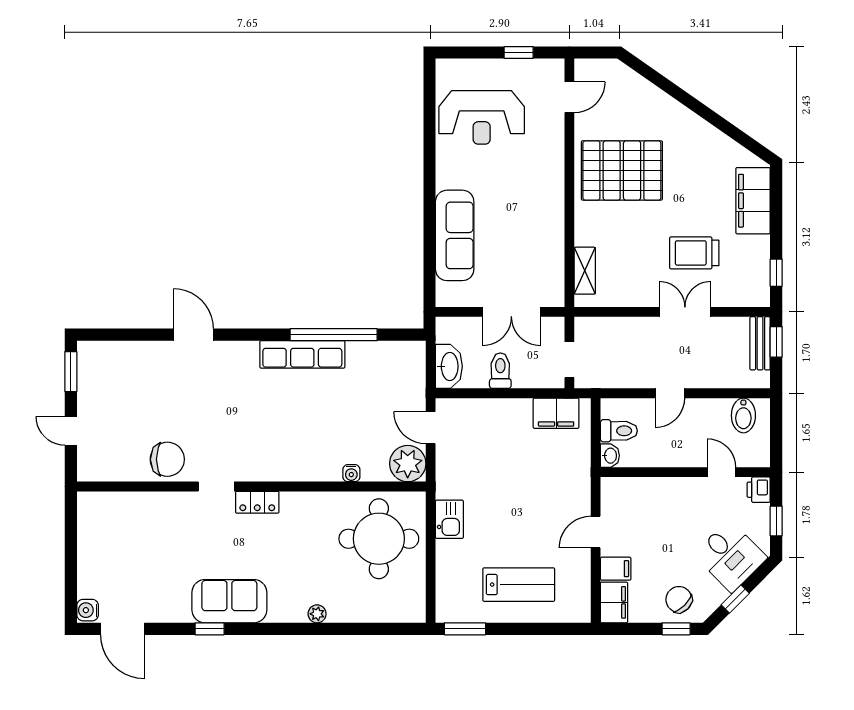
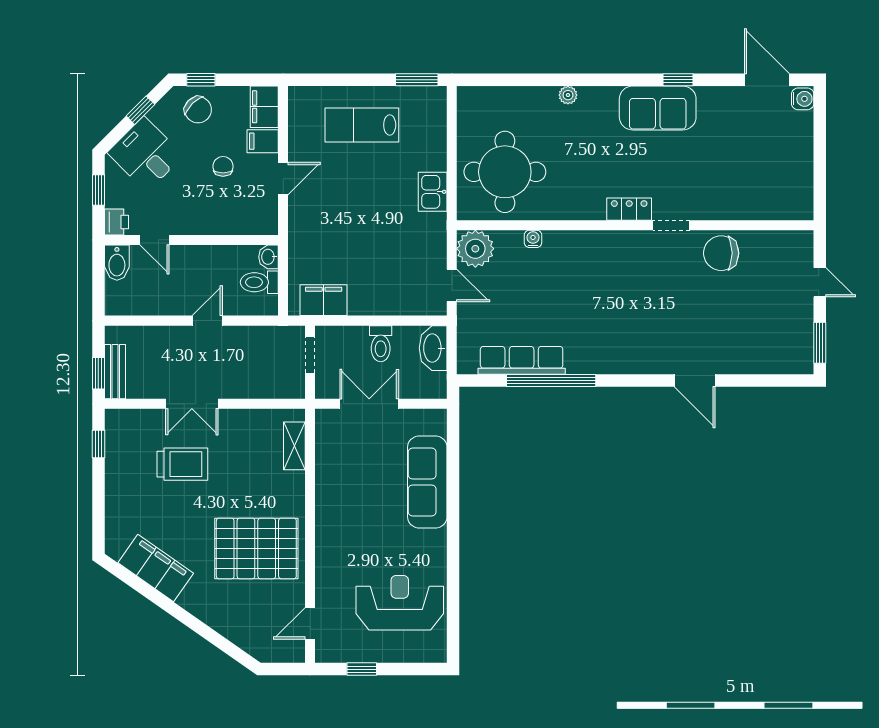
filing cabinet: (753, 201) -> (156, 568), moved, turned -55
row of seats: (302, 354) -> (522, 360), moved
bidet: (743, 415) -> (117, 263), moved, turned 180
chair: (654, 544) -> (223, 166), added

